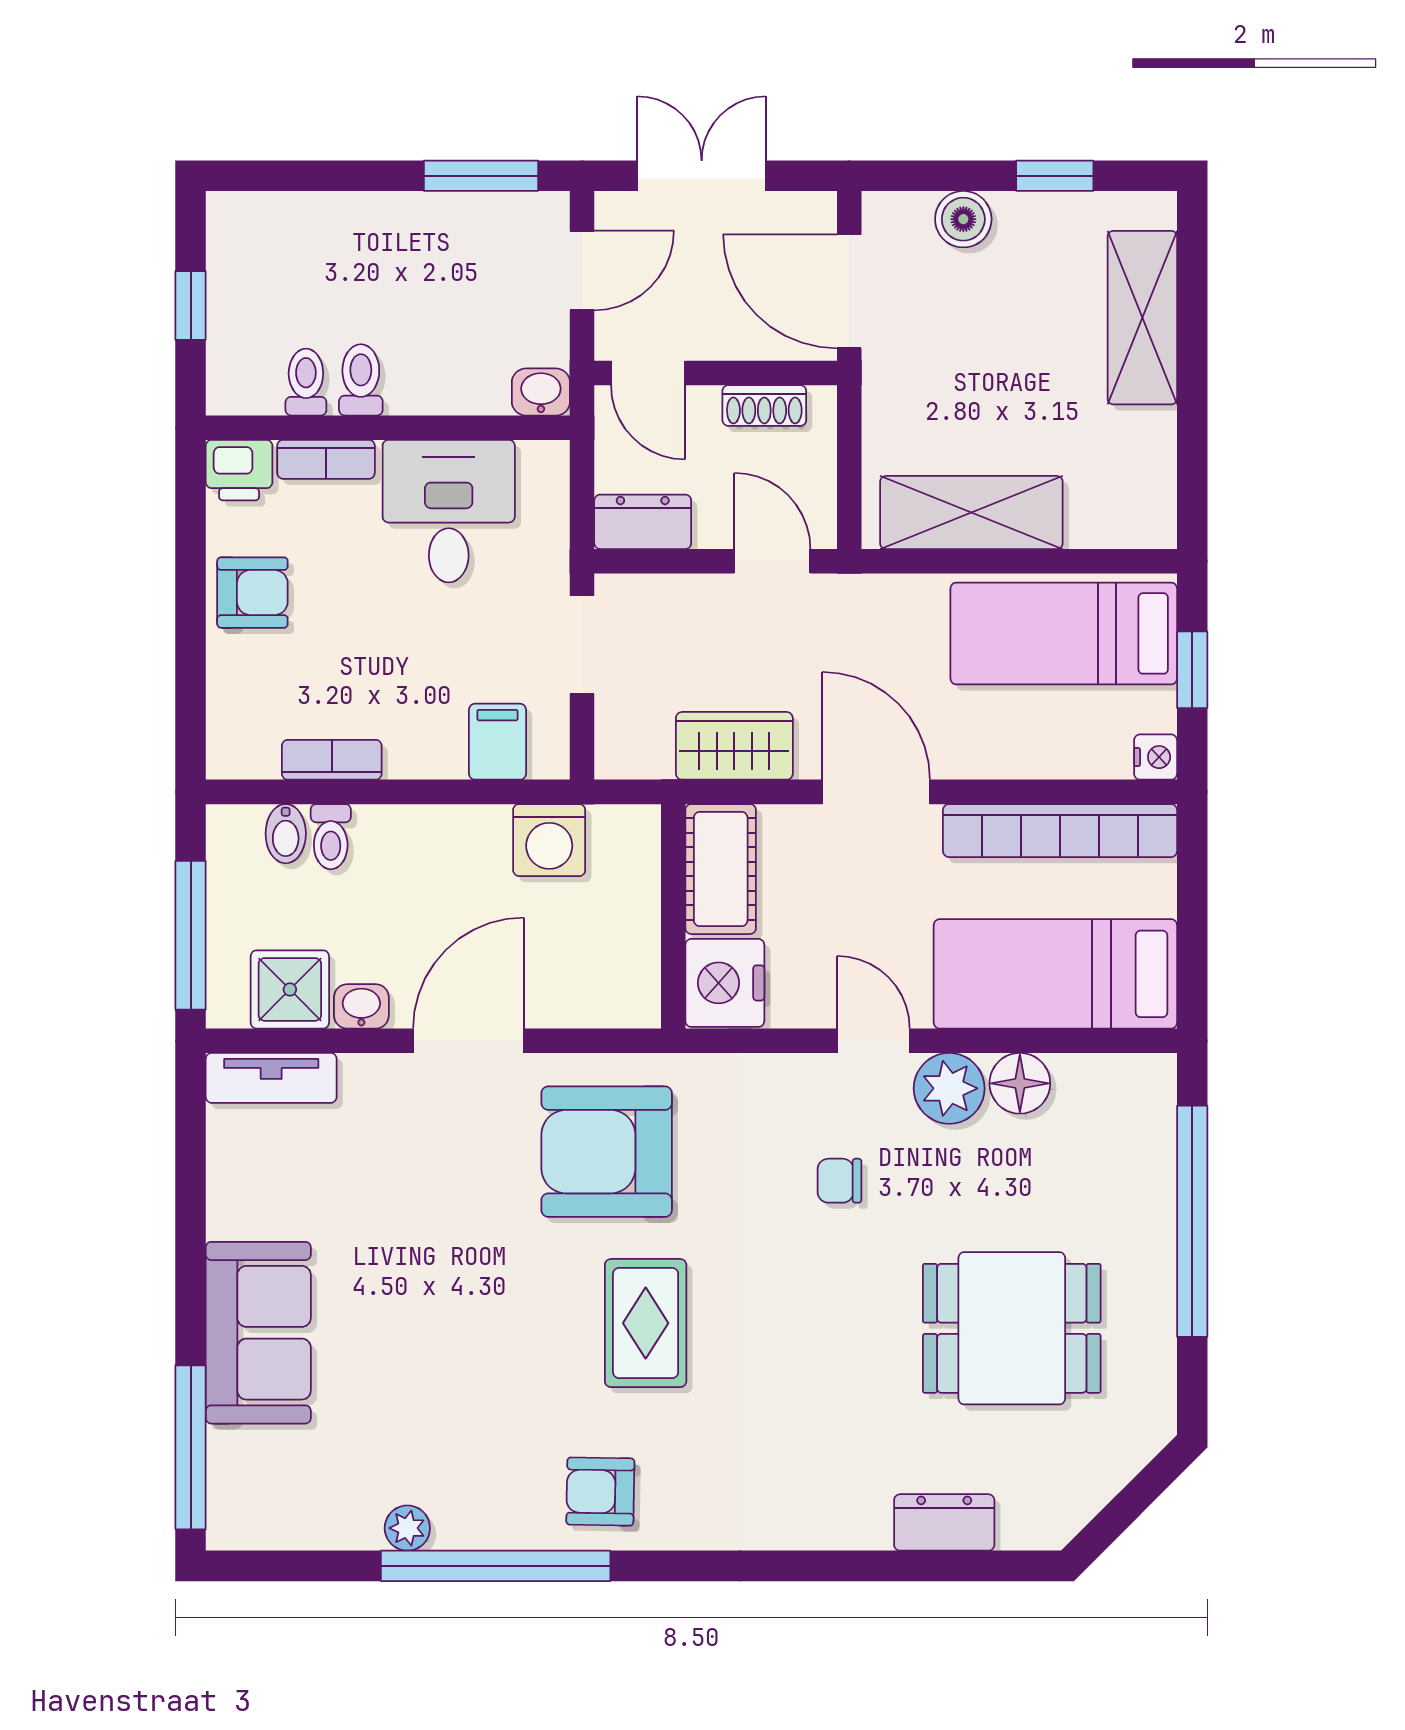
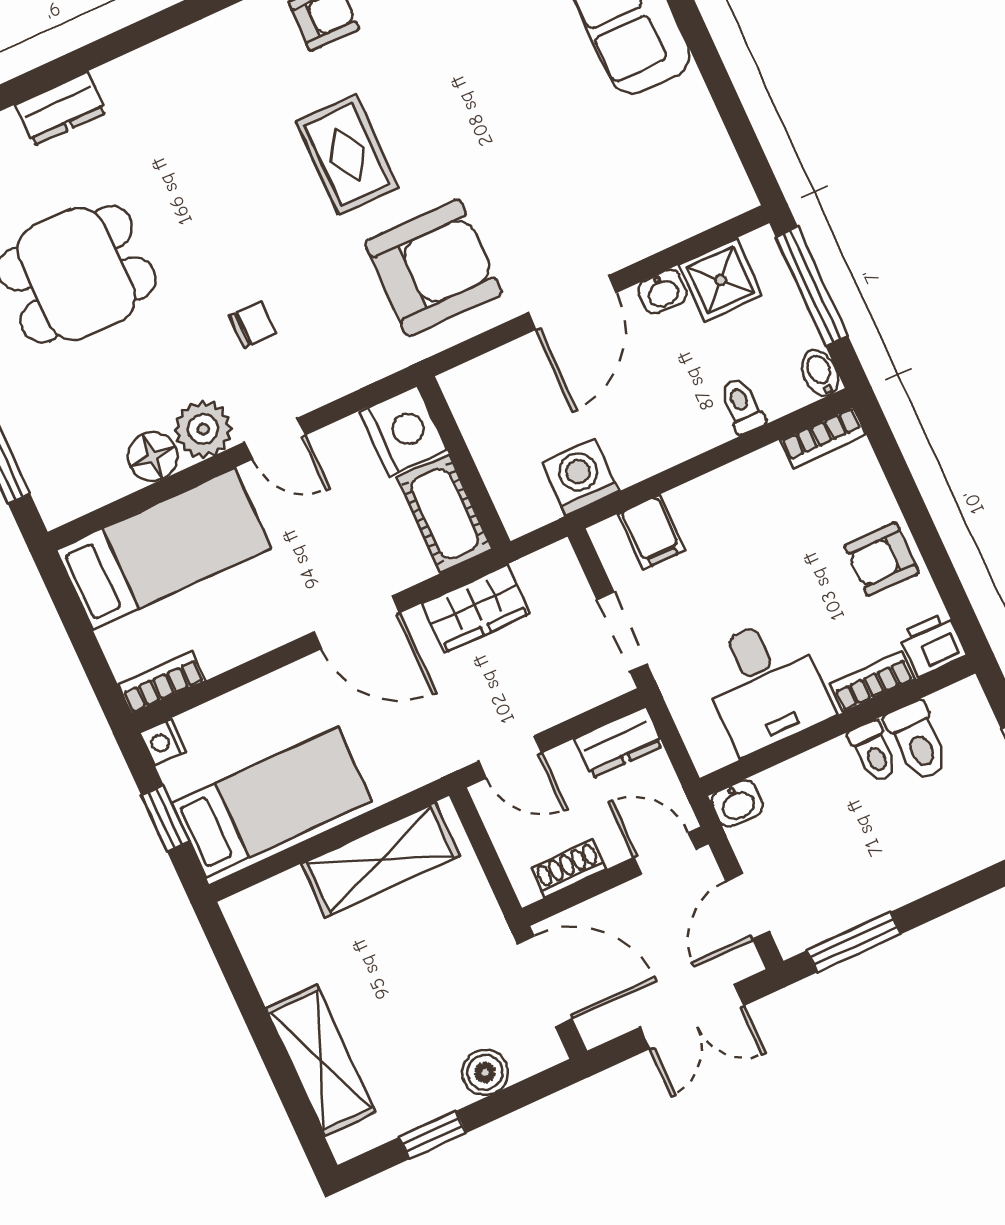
toilet: (306, 382) -> (917, 741), width x1.37, depth x1.39
bookcase: (332, 760) -> (823, 437), moved
bookcase: (1060, 831) -> (162, 683), width x0.43, depth x0.76
bidet: (286, 834) -> (820, 373), moved
tv unit: (271, 1078) -> (705, 209), removed

